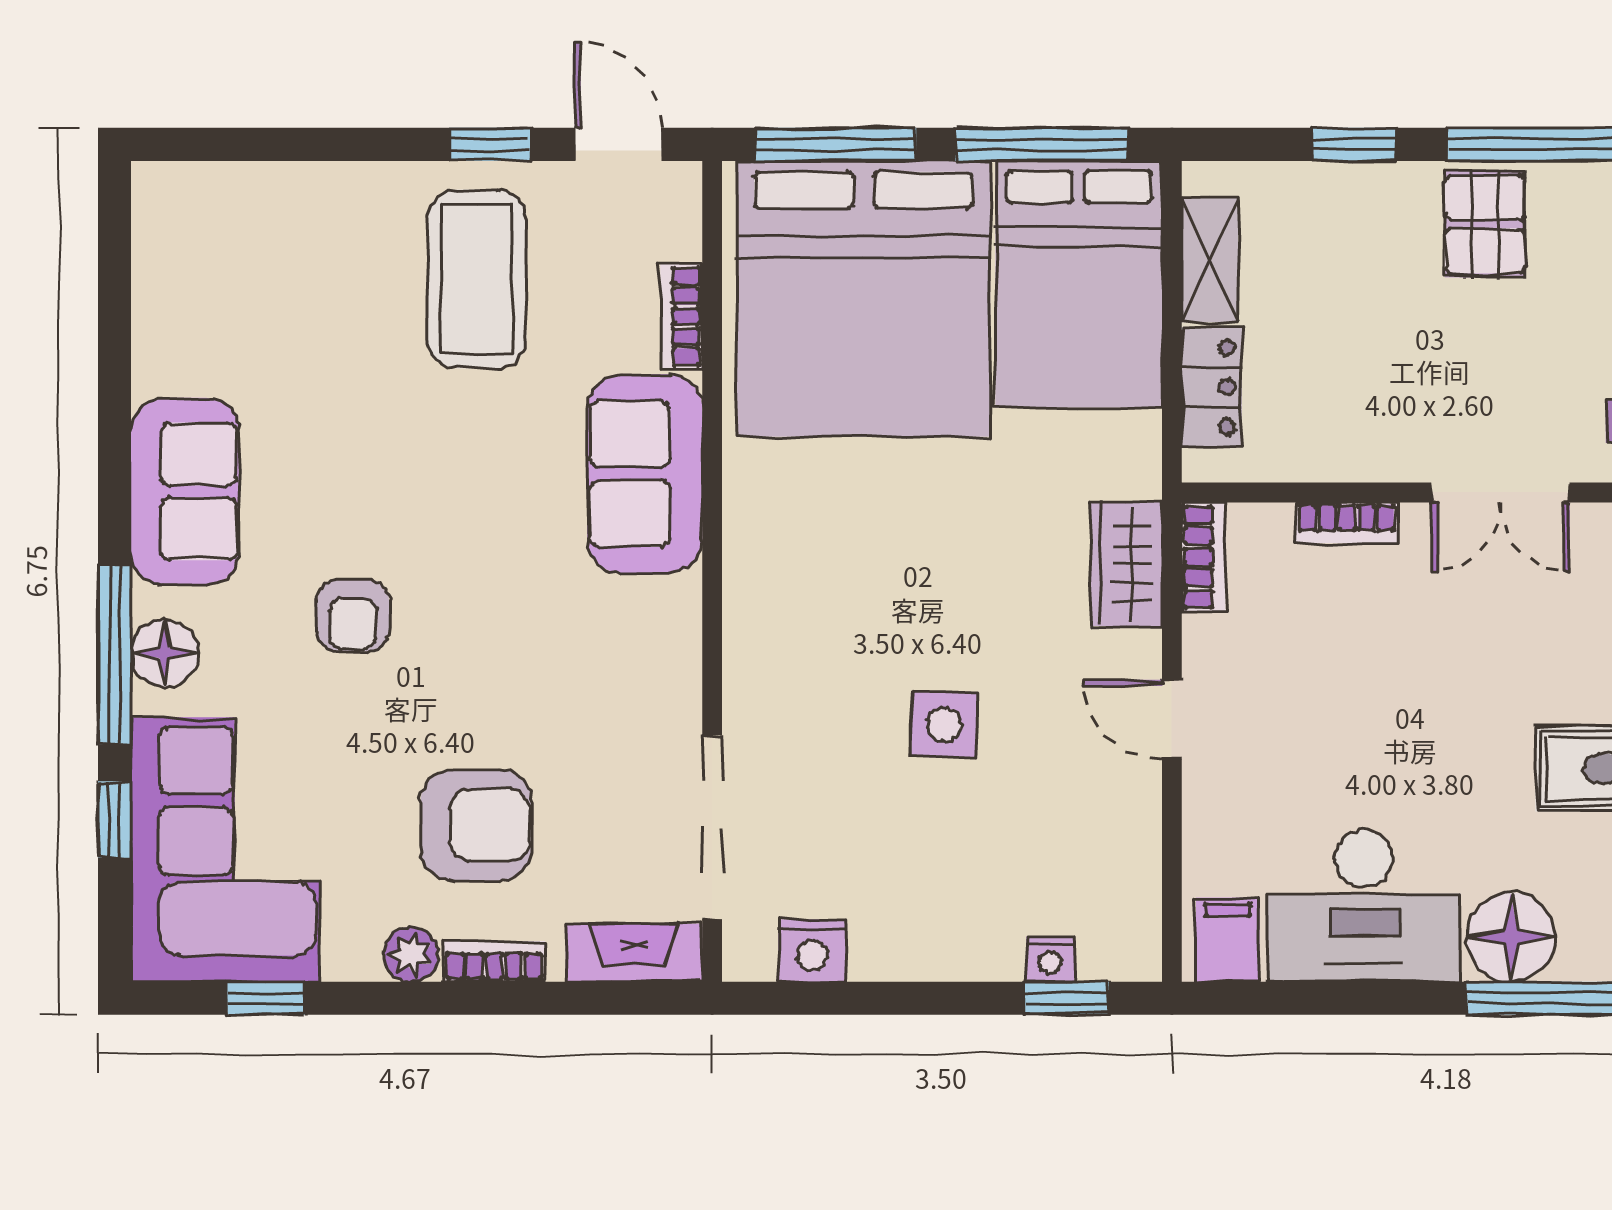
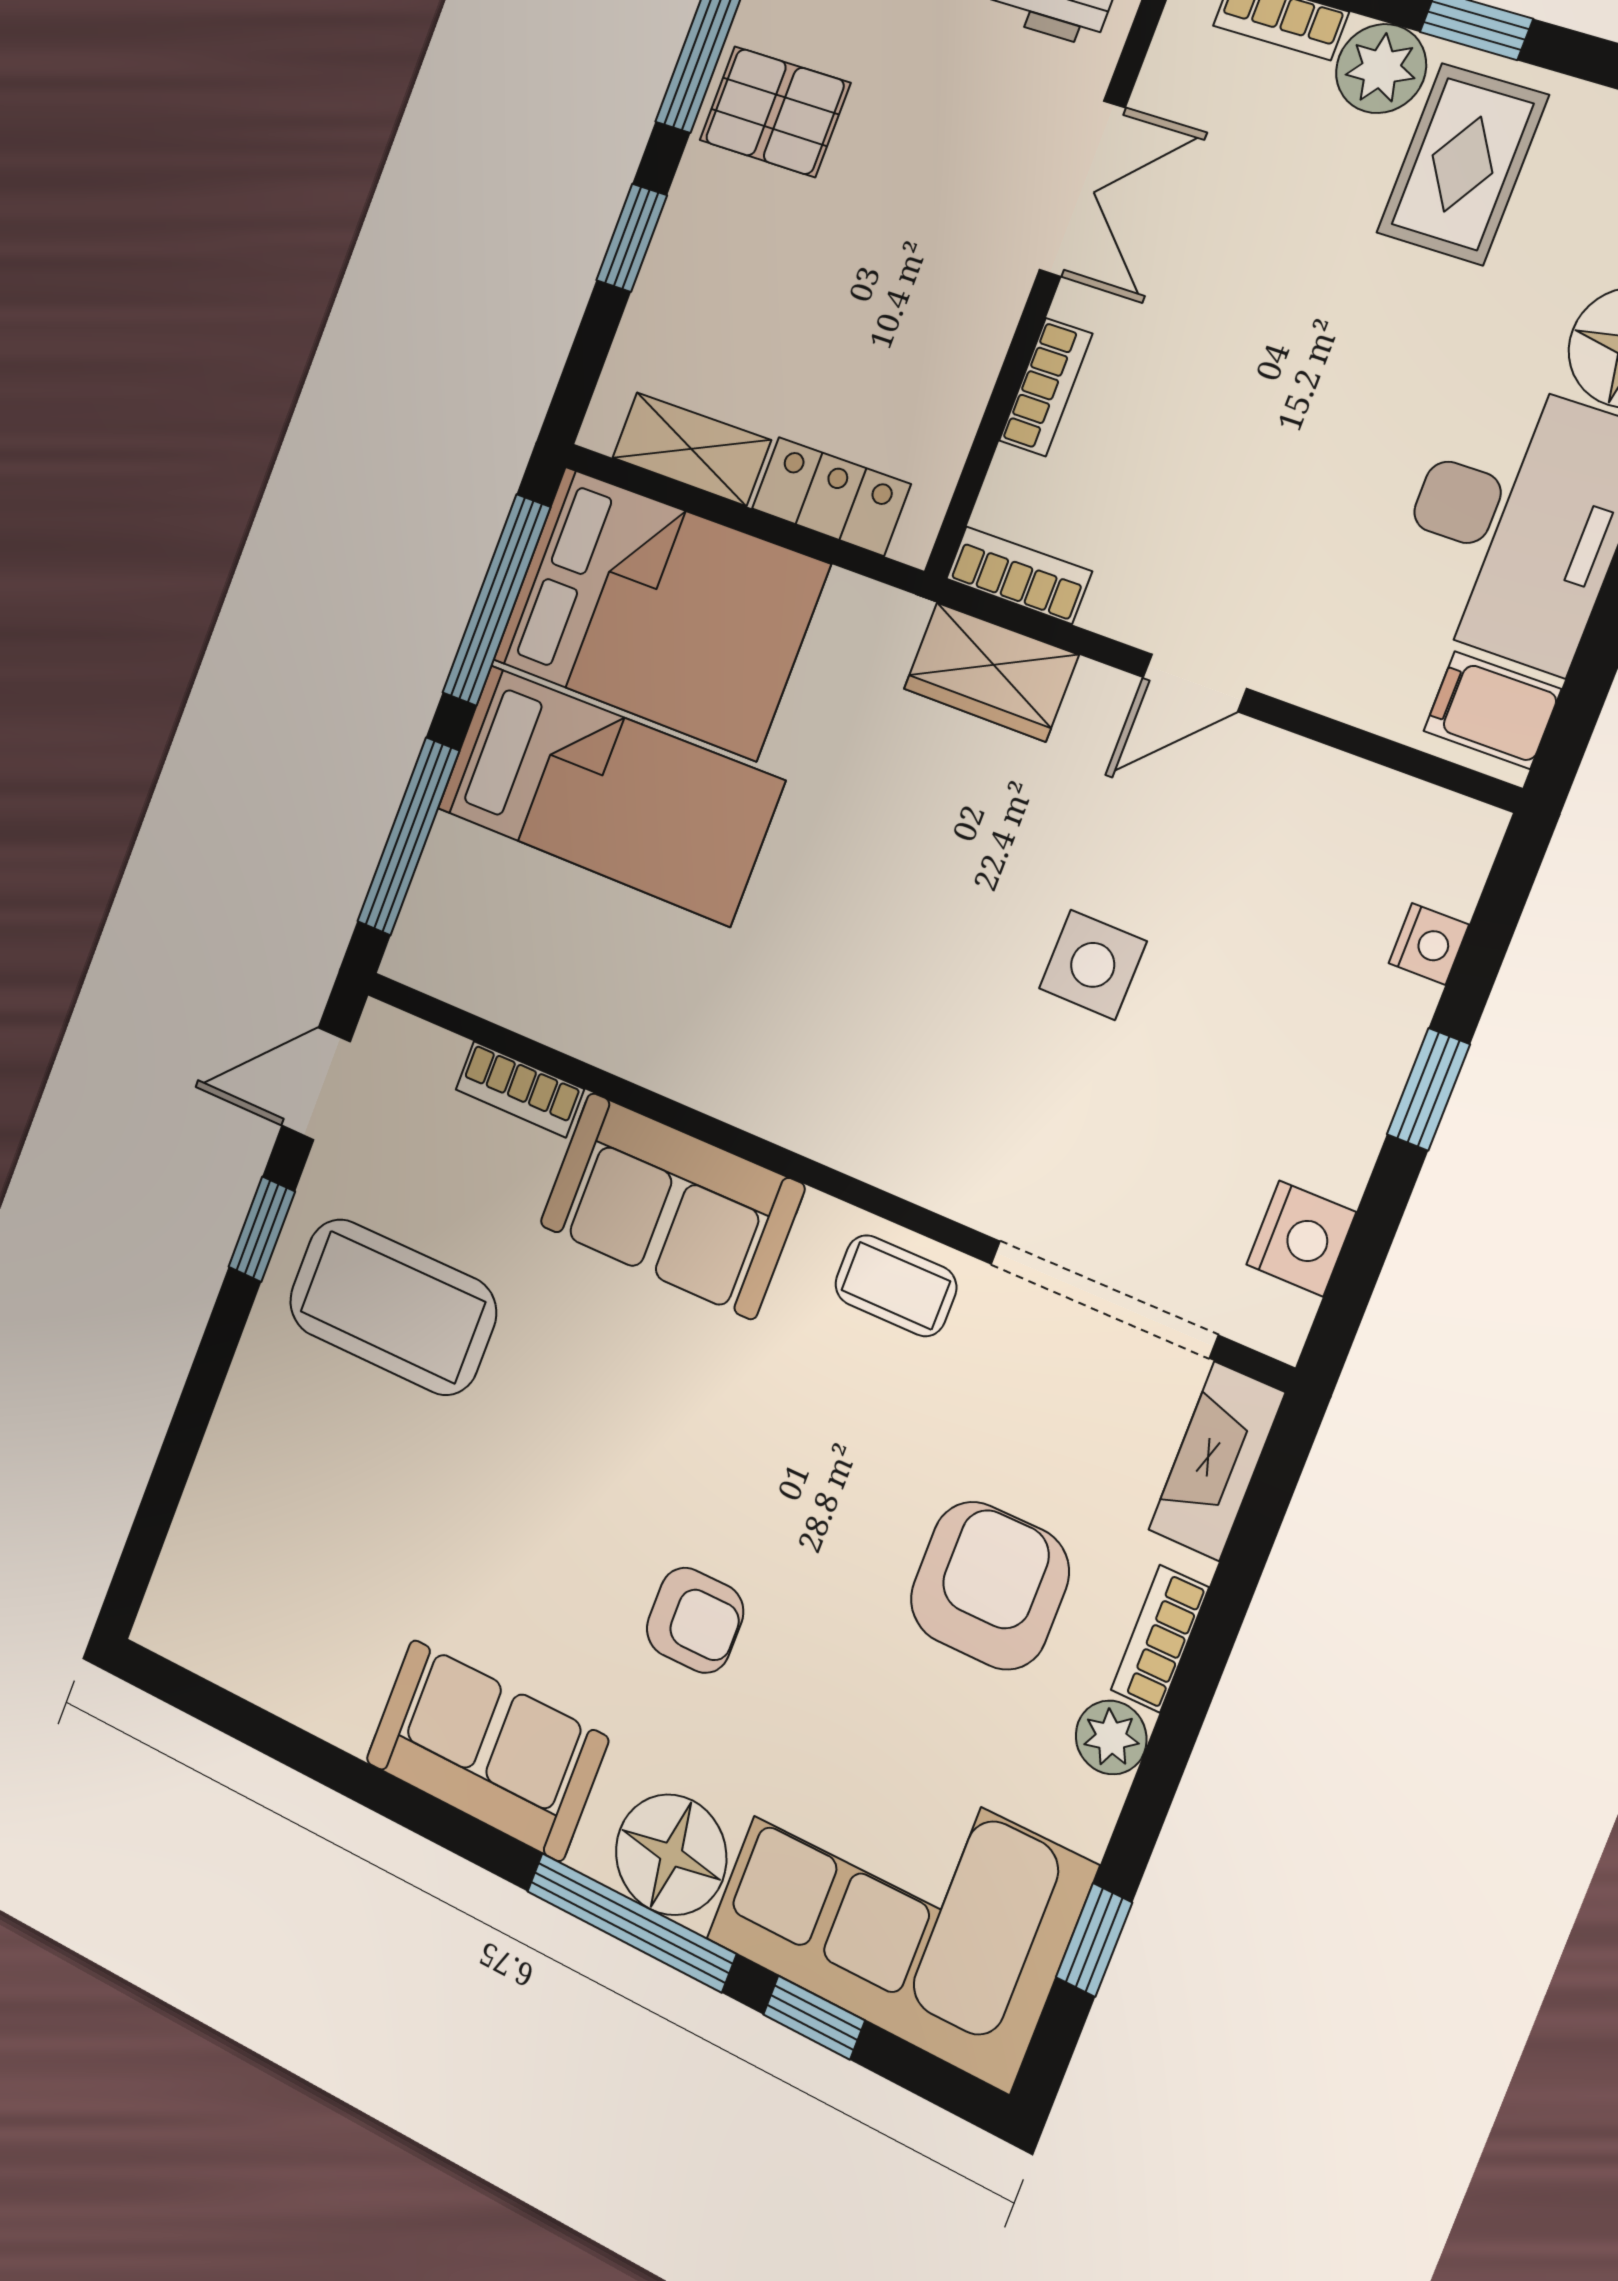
bed: (863, 299) -> (609, 795), width x0.49
floor lamp: (165, 653) -> (671, 1855), width x1.38, depth x1.38
coffee table: (658, 670) -> (896, 1286), added
window: (1067, 998) -> (1428, 1089), moved

